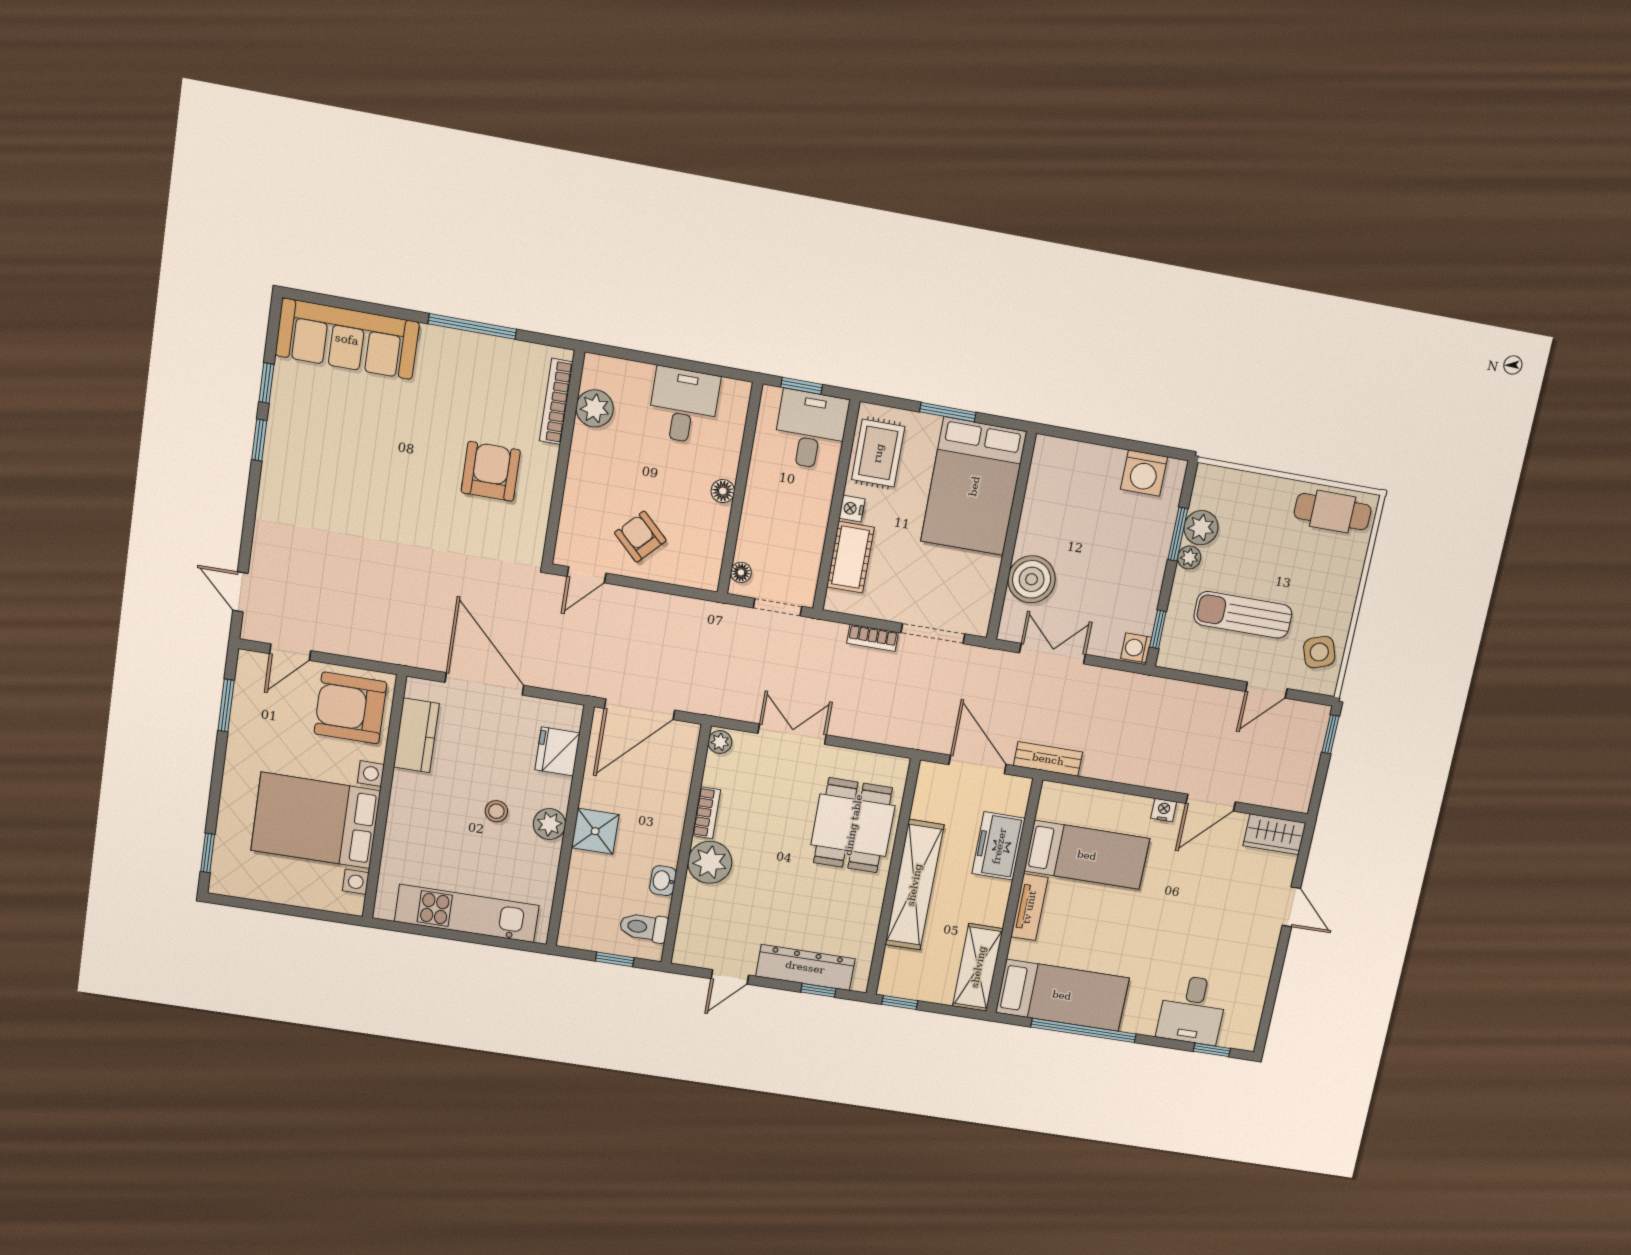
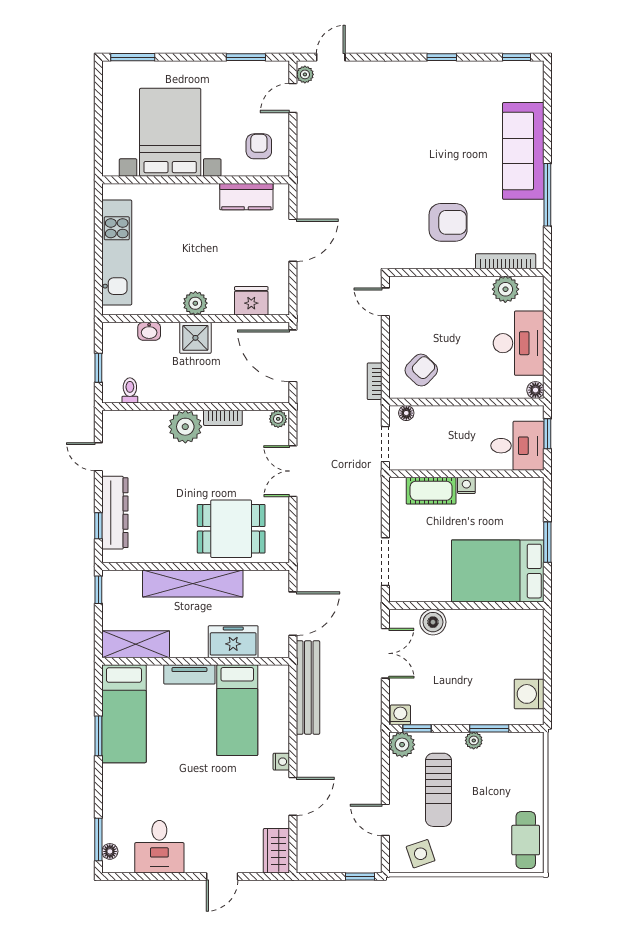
sofa: (347, 339) -> (523, 151), moved
window: (266, 383) -> (516, 57), moved
desk: (684, 406) -> (519, 343), width x1.37
rug: (878, 453) -> (510, 497), removed
floor lamp: (723, 491) -> (535, 390), moved
plant: (1201, 528) -> (402, 745), moved
armchair: (640, 537) -> (421, 370), moved
boiler: (1032, 579) -> (433, 622), width x0.73, depth x0.73
sun lounger: (1243, 615) -> (438, 790), turned 180
plant: (260, 631) -> (305, 74), added
bookcase: (872, 638) -> (375, 381), moved
door: (290, 652) -> (293, 98), hinge flipped
door: (484, 684) -> (293, 240), width x0.73
armchair: (350, 708) -> (259, 146), width x0.53, depth x0.53
double door: (792, 734) -> (293, 471), swing flipped
bench: (1048, 759) -> (308, 687), width x1.86, depth x1.21
door: (1211, 803) -> (293, 796), swing flipped
stool: (496, 811) -> (199, 263), removed
window: (208, 853) -> (133, 57), width x1.50
washbasin: (663, 881) -> (149, 331), moved, turned 180
toilet: (644, 927) -> (130, 390), width x0.73, depth x0.72
desk: (1192, 1010) -> (159, 847), moved, turned -90
window: (1083, 1030) -> (98, 736), width x0.47
floor lamp: (1230, 1038) -> (110, 851), added
window: (1212, 1050) -> (98, 839), width x1.50

